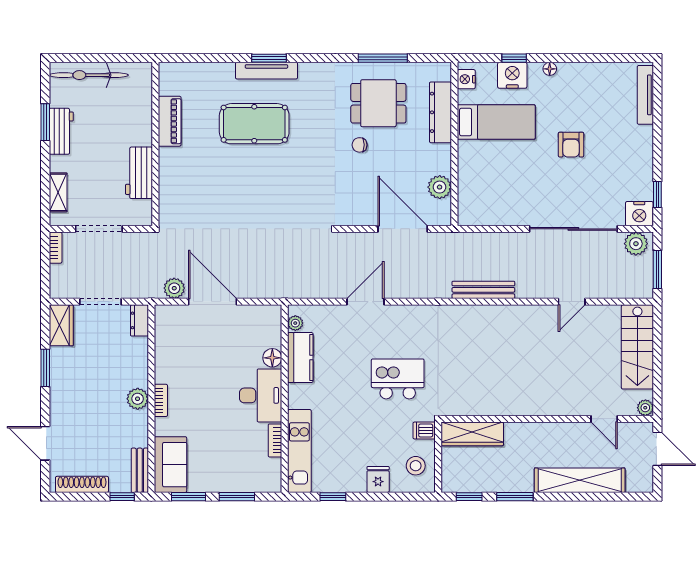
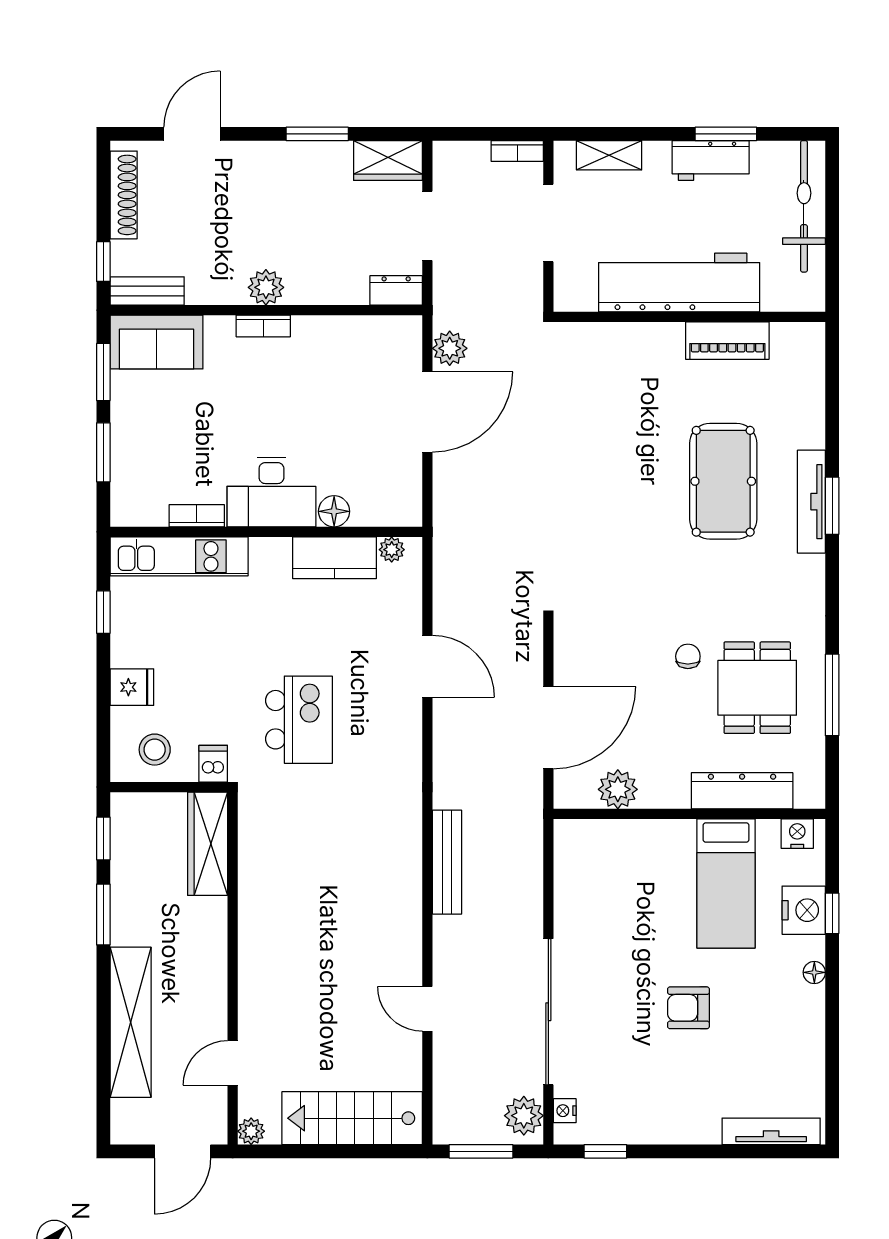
workbench: (139, 173) -> (679, 282), width x1.87, depth x1.32
nightstand: (639, 214) -> (565, 1111), width x0.53, depth x0.56

